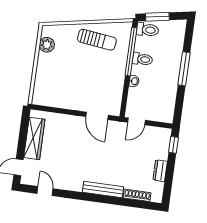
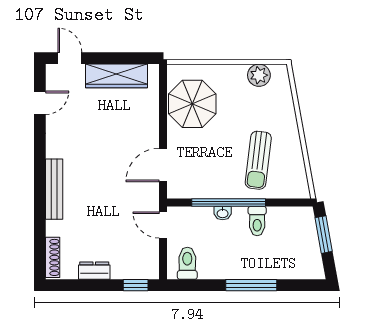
toilet: (148, 30) -> (187, 263), moved, turned 180
sun lounger: (97, 40) -> (258, 160), moved
window: (131, 52) -> (229, 202), moved
parasol: (60, 91) -> (192, 104), added
shoe rack: (137, 195) -> (53, 257), moved

